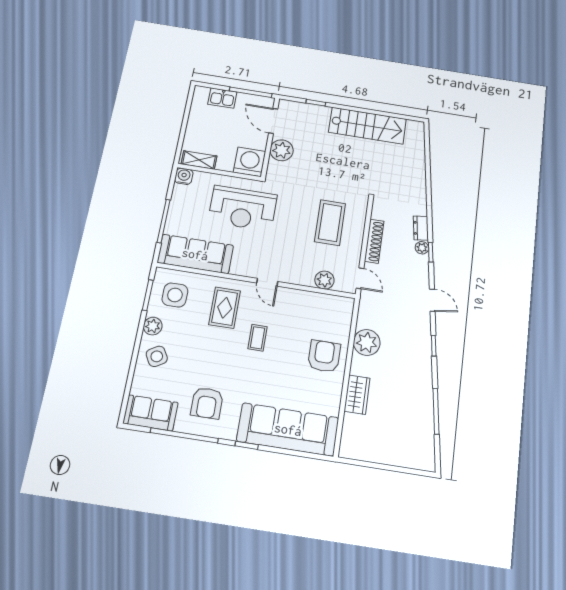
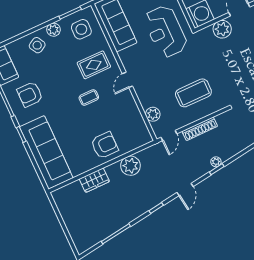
dresser: (421, 228) -> (229, 153), removed

